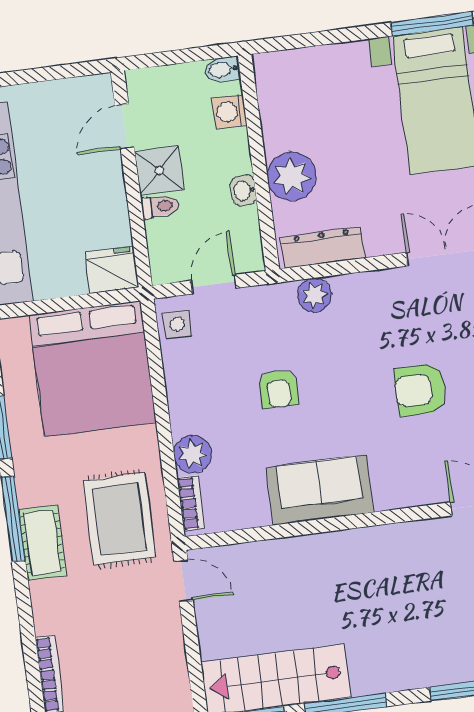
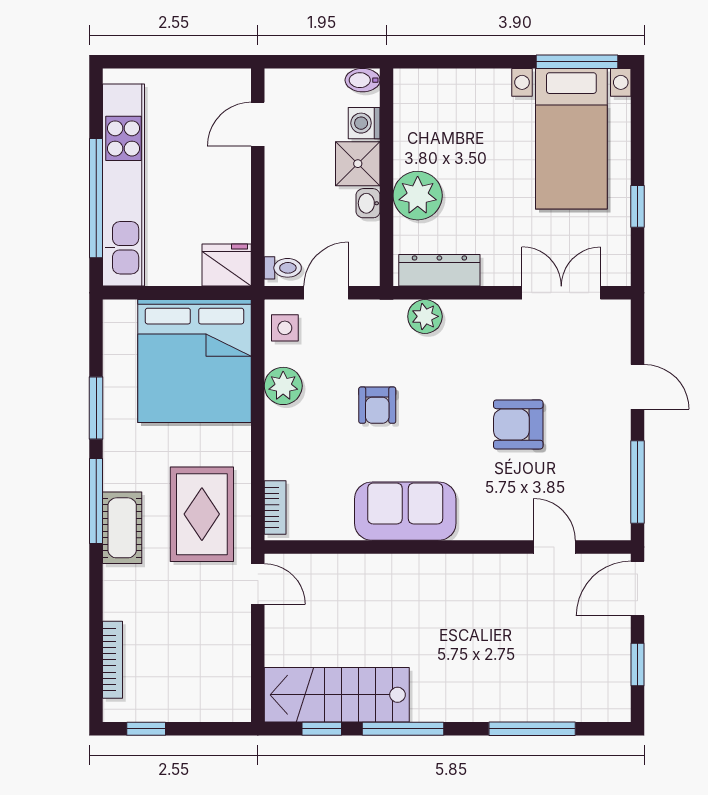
shower: (159, 170) -> (358, 164), moved
toilet: (160, 206) -> (283, 268), moved
plant: (193, 454) -> (283, 386), moved

